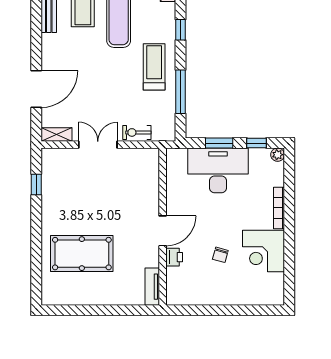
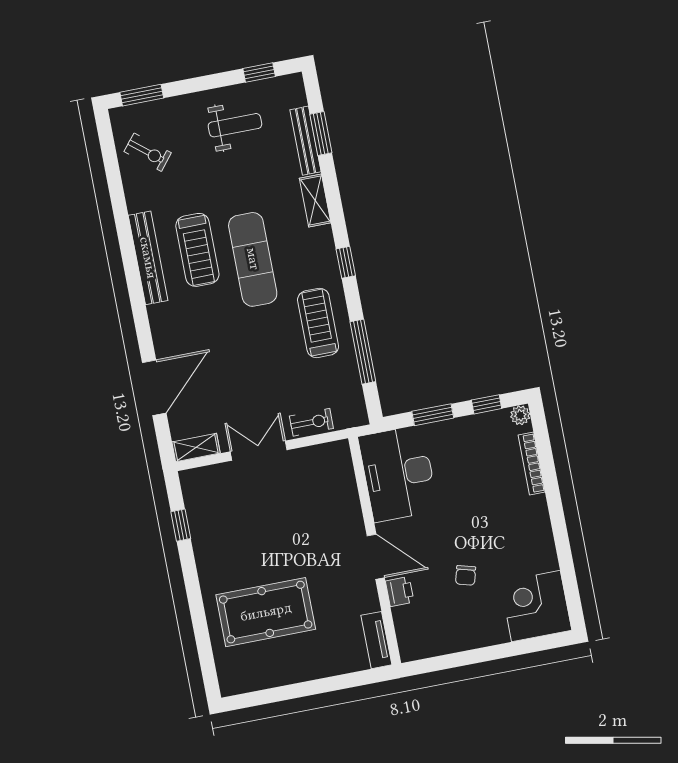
exercise bike: (137, 132) -> (311, 422), turned 180
desk: (218, 170) -> (398, 474), moved, turned -90
bookcase: (279, 208) -> (532, 463), moved
door: (163, 231) -> (376, 557), hinge flipped
corner desk: (263, 251) -> (536, 606), moved, turned 90

